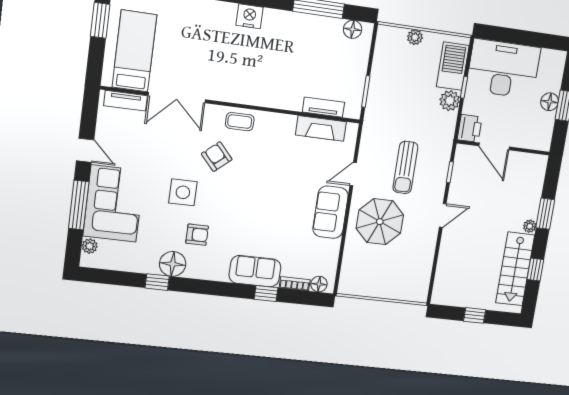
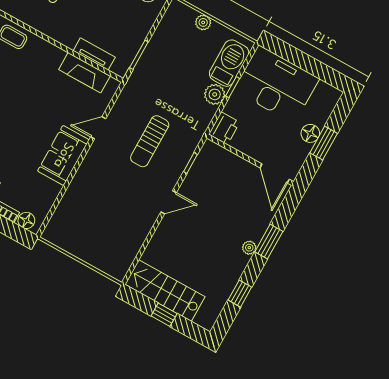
door: (494, 146) -> (275, 174), moved
parasol: (380, 222) -> (106, 184), removed
stairs: (515, 269) -> (165, 291), moved, turned 90

